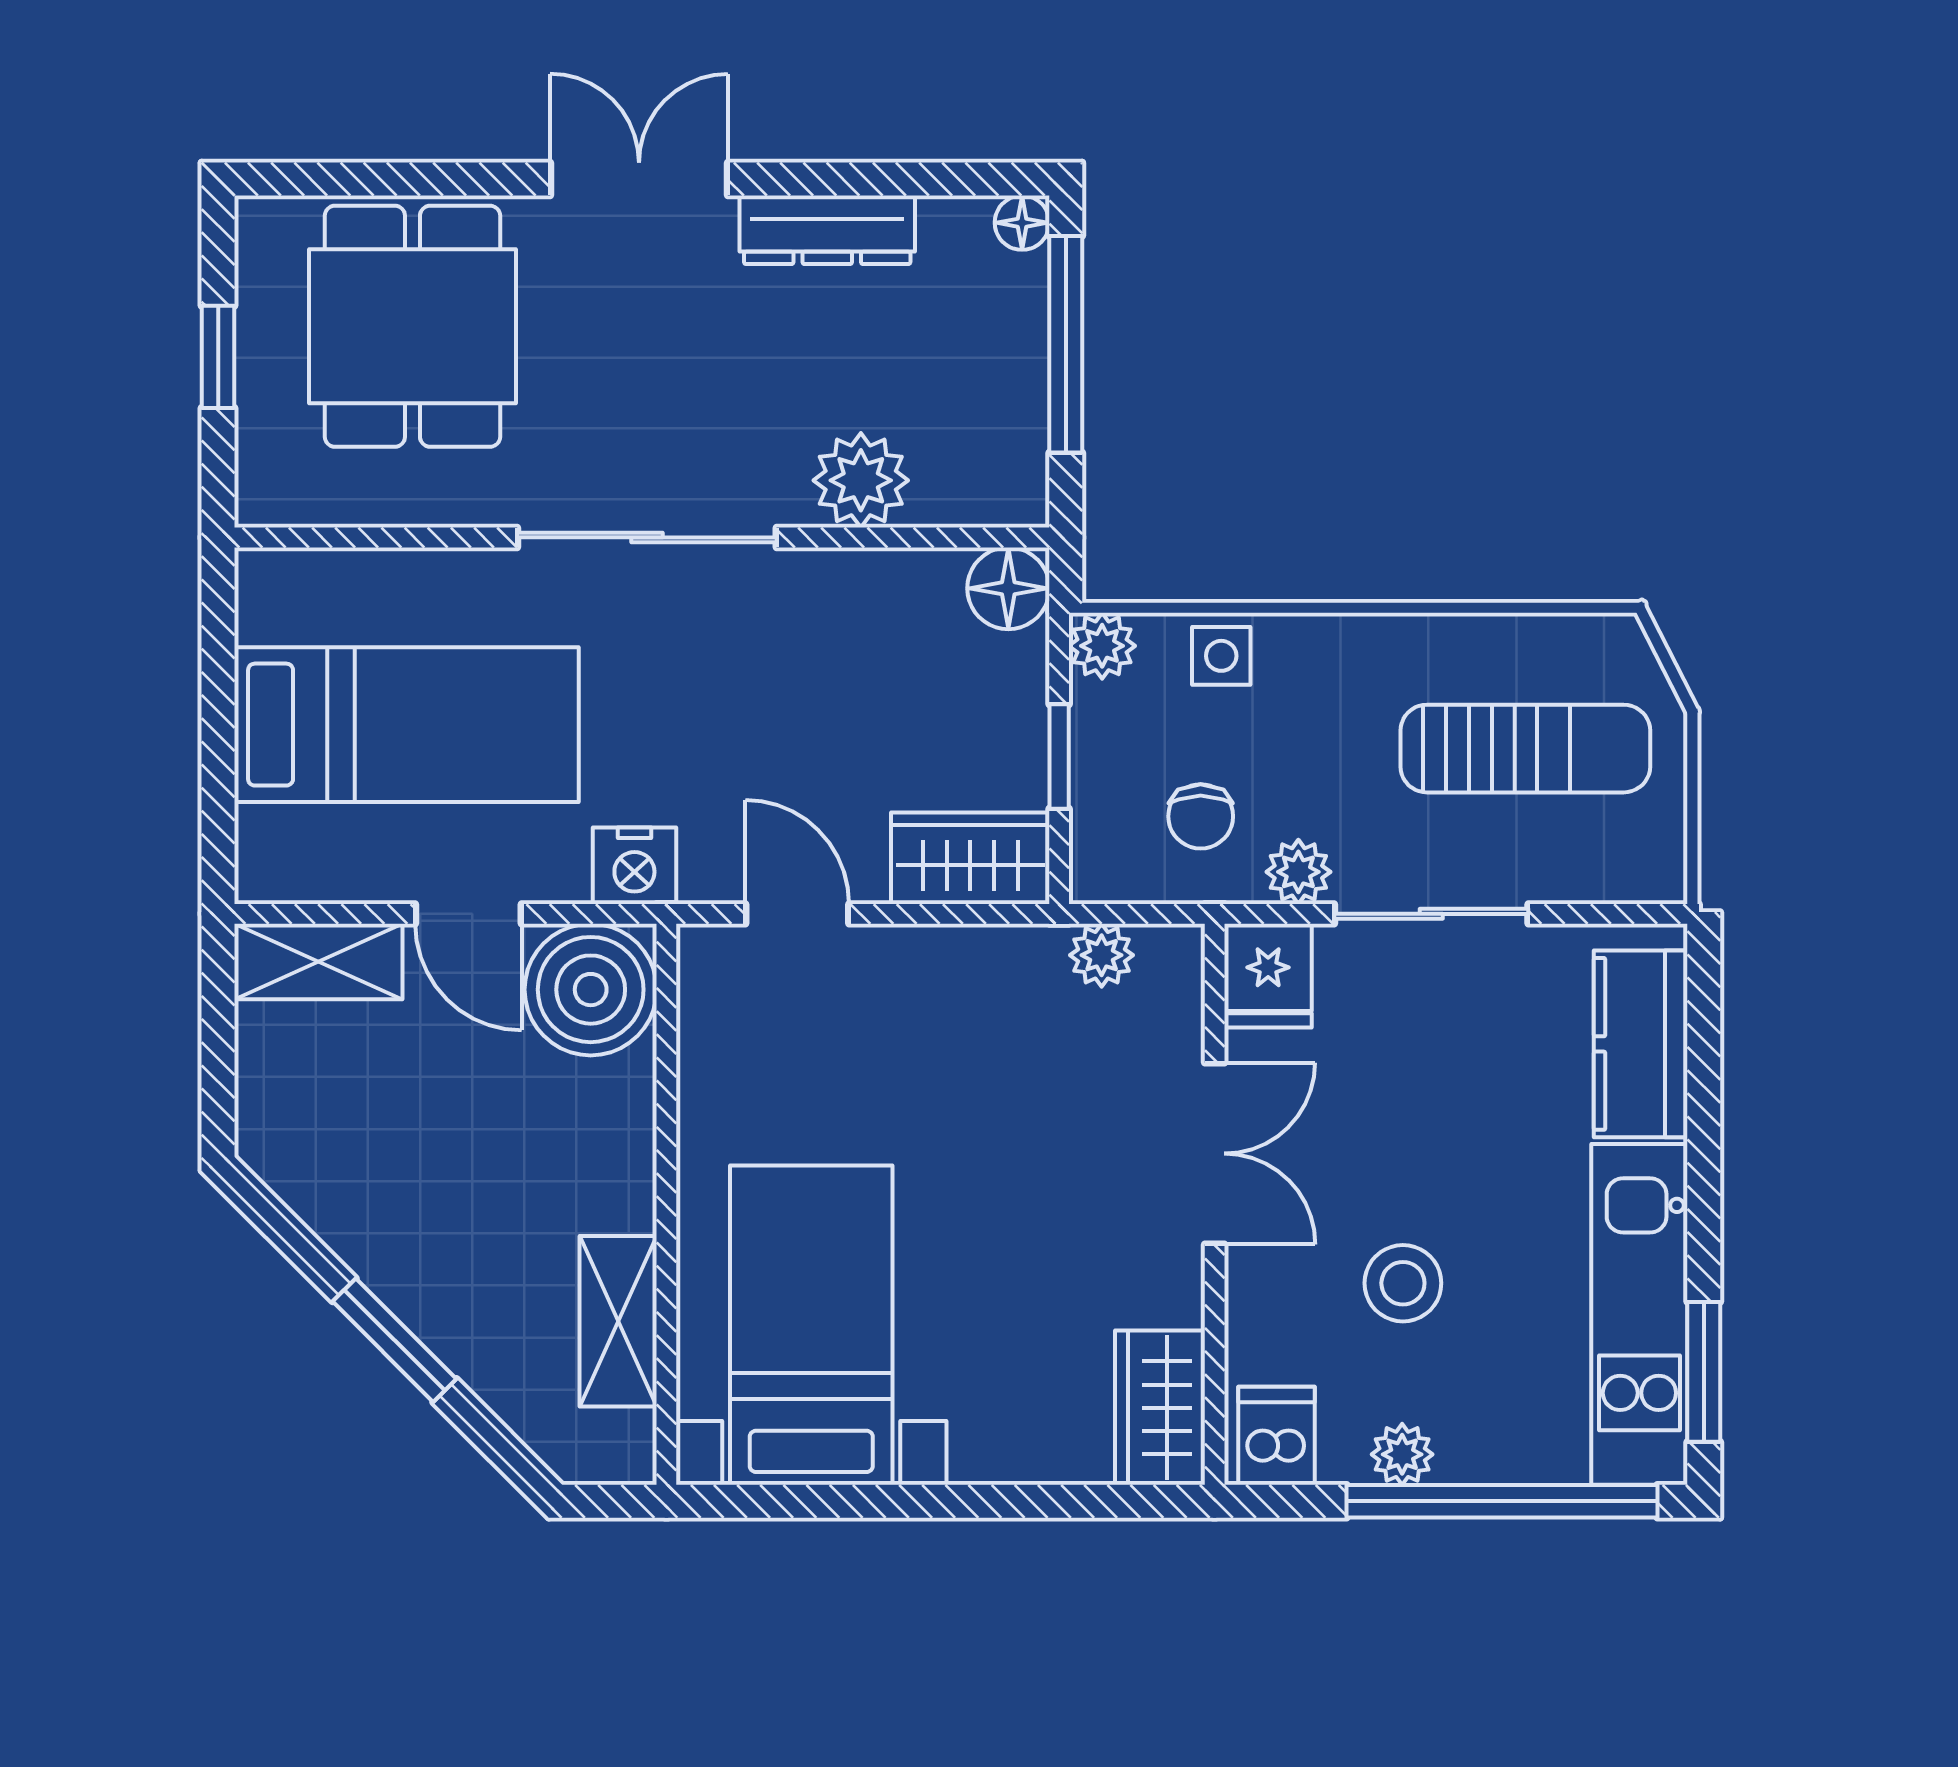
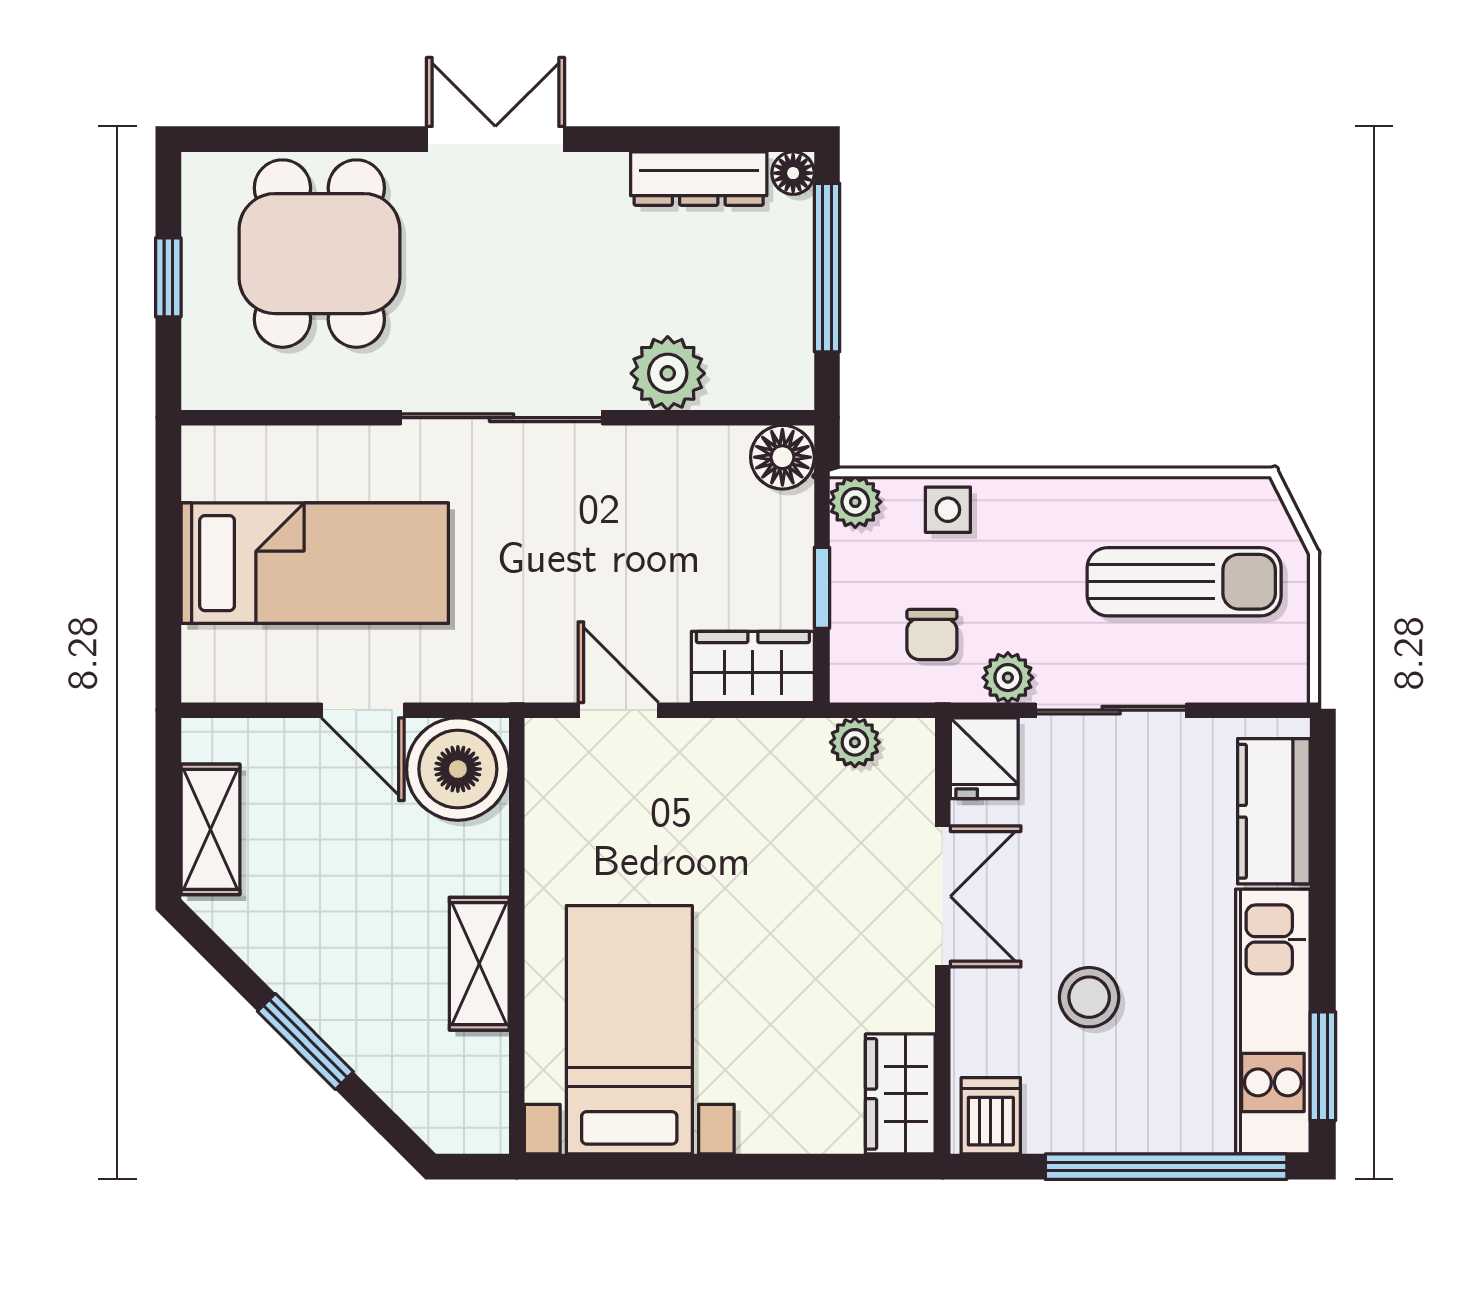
dresser: (827, 230) -> (699, 179), moved
nightstand: (634, 866) -> (492, 673), removed
shelving: (318, 961) -> (210, 829), moved, turned 90
shelving: (618, 1321) -> (479, 964), moved
plant: (1402, 1454) -> (1088, 1130), removed

